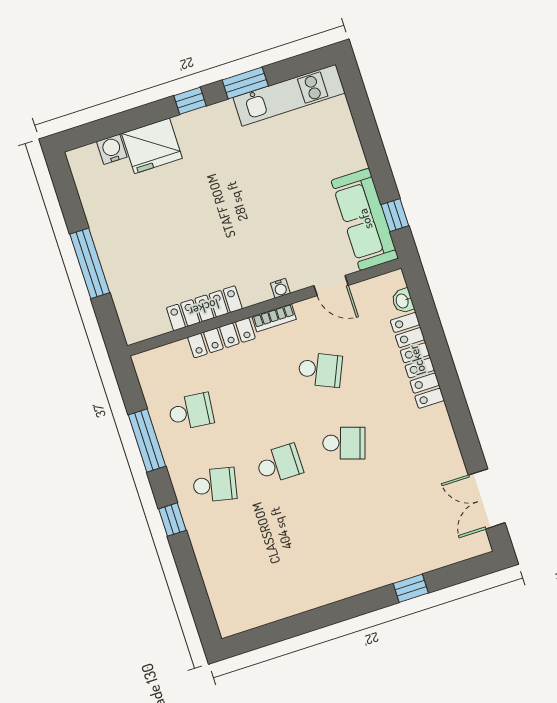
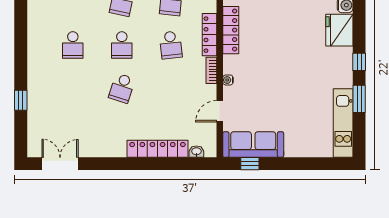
school desk: (320, 370) -> (171, 45), moved, turned -30
school desk: (303, 537) -> (73, 45), added

